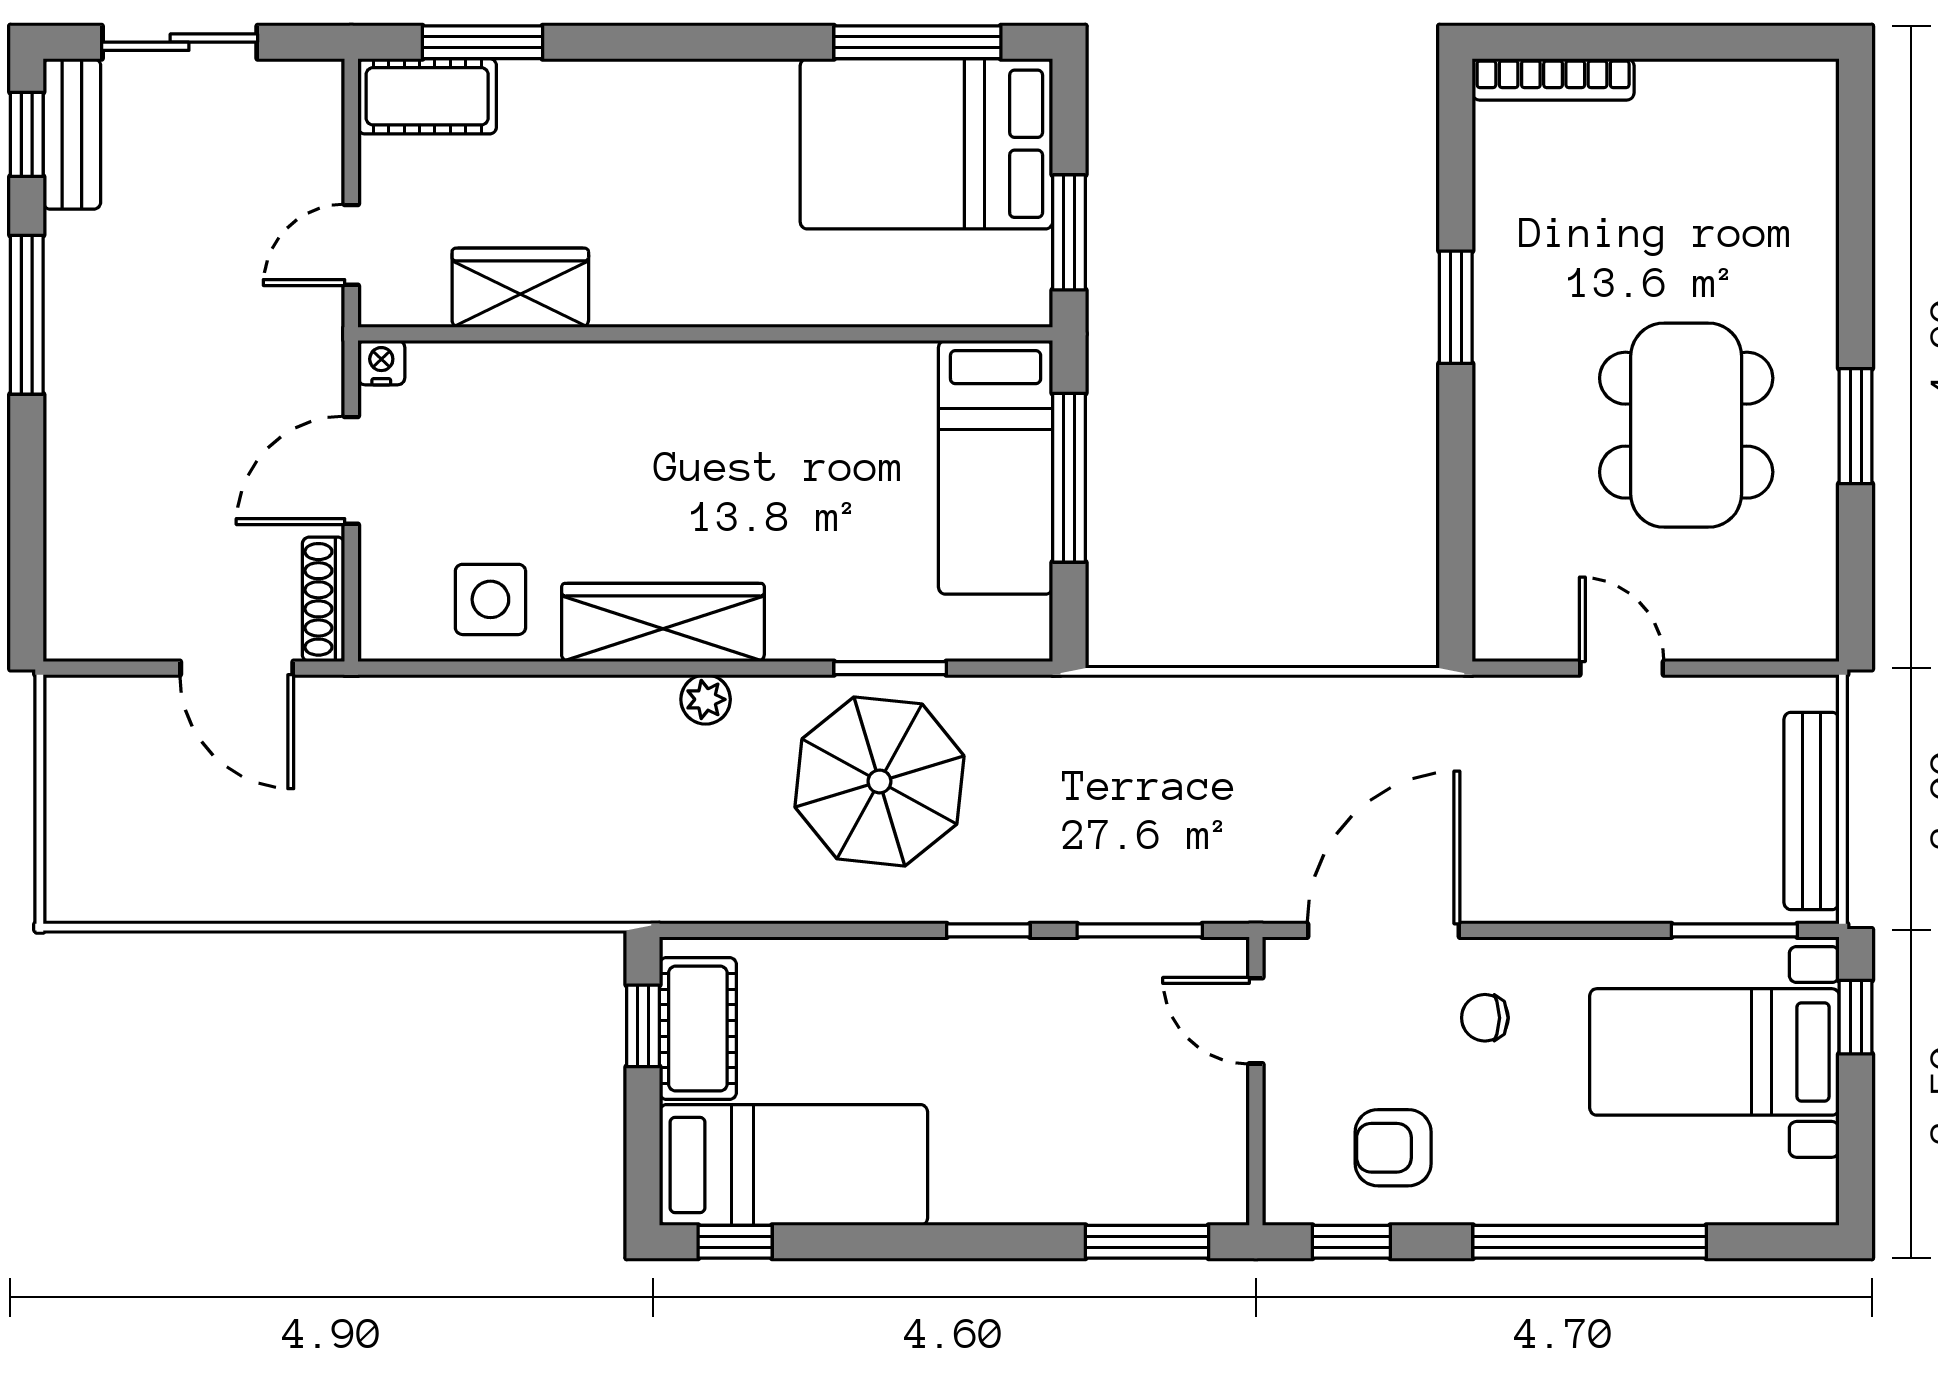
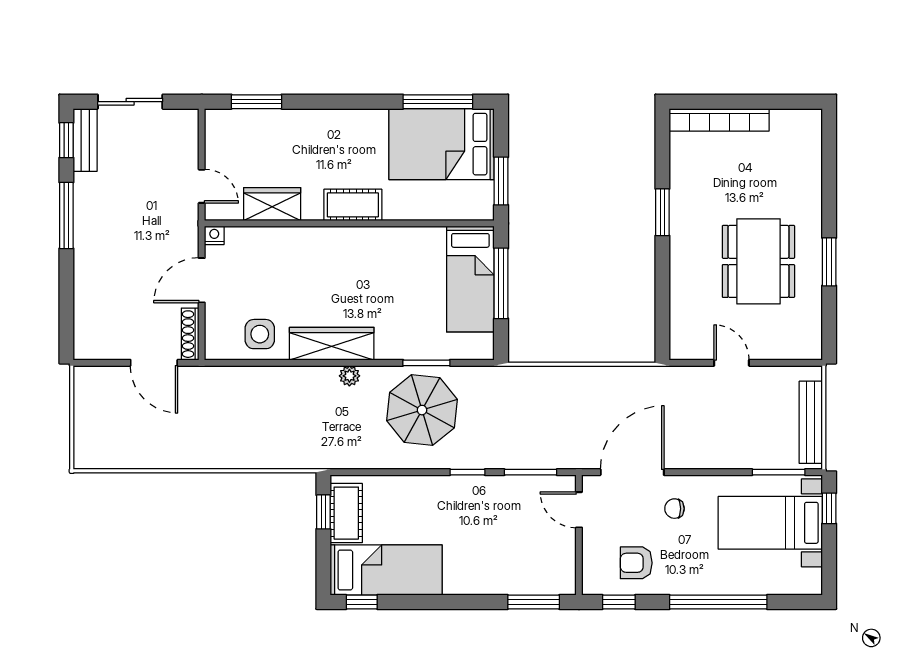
bookcase: (1553, 79) -> (719, 120), width x1.48, depth x1.31
cot: (427, 96) -> (353, 205), moved
door: (351, 245) -> (202, 186), swing flipped

